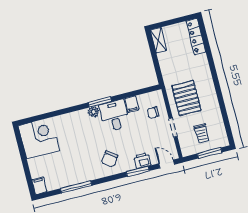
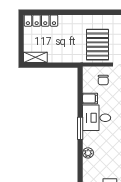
pallet: (186, 98) -> (97, 45), turned 90
plant: (93, 112) -> (88, 153), moved

